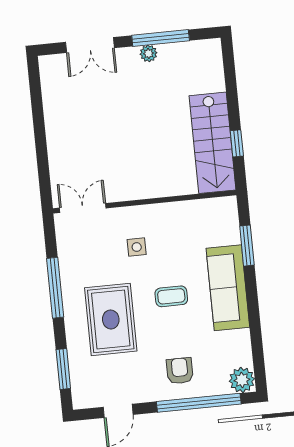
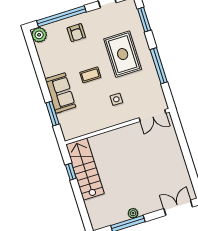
double door: (90, 45) -> (178, 208), moved
sofa: (228, 288) -> (60, 93), width x0.73

